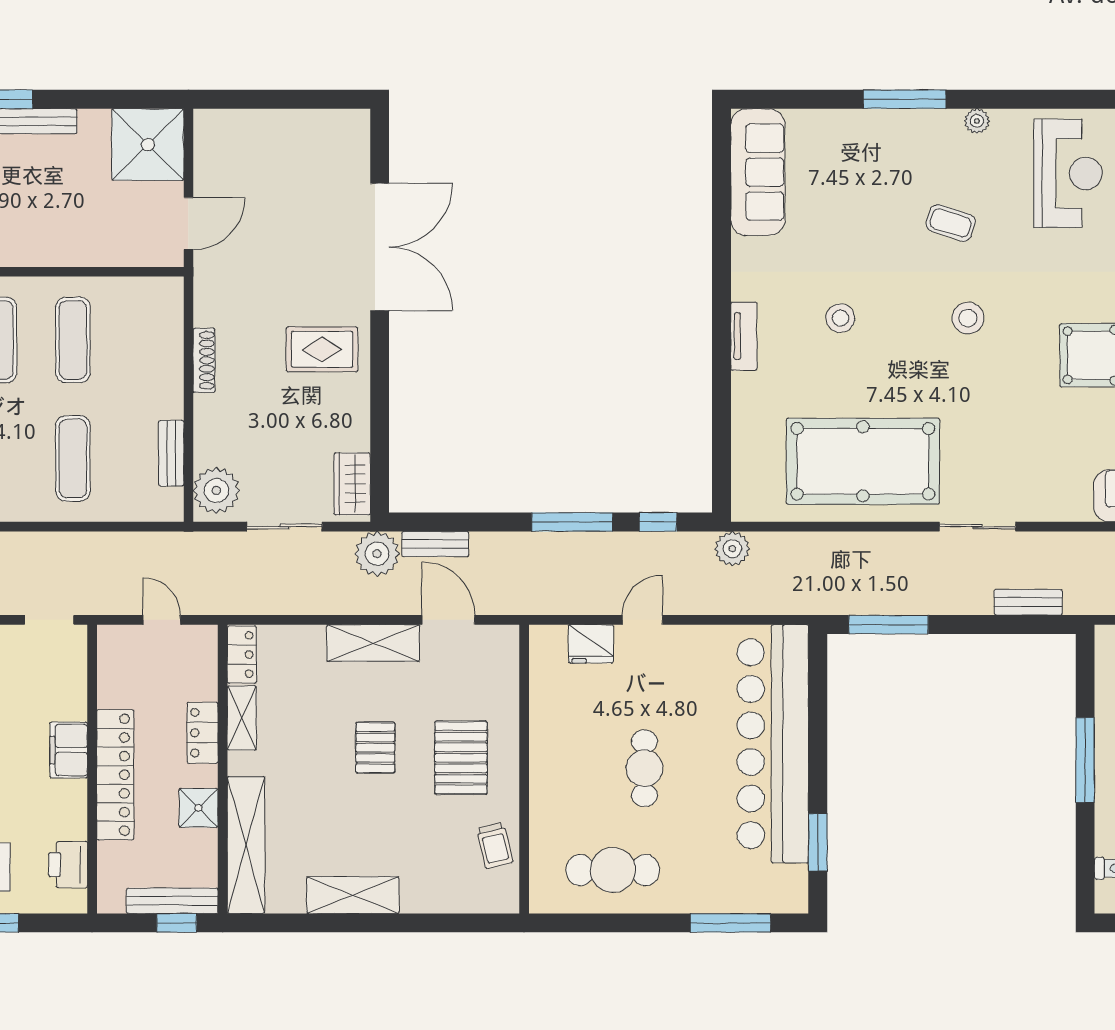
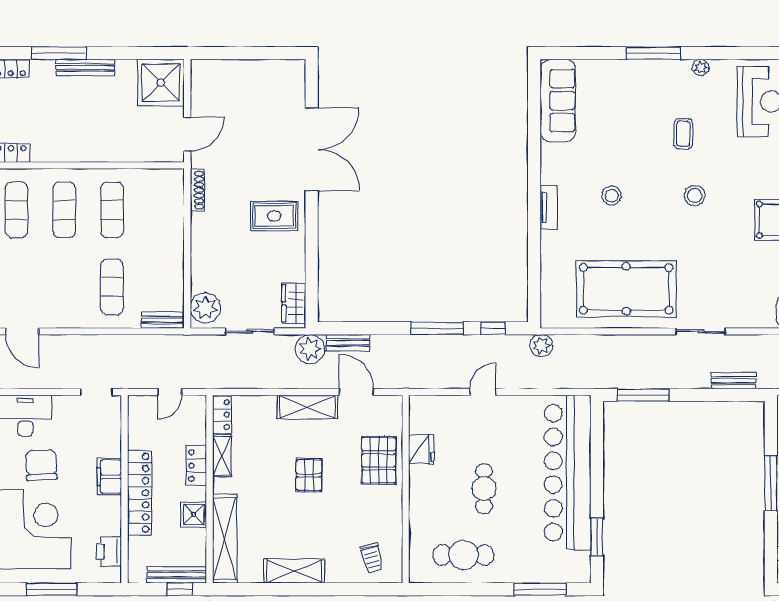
coffee table: (951, 223) -> (683, 134), turned 72
shoe rack: (204, 360) -> (197, 190), moved
bench: (171, 453) -> (163, 320), moved, turned 90
door: (162, 620) -> (170, 392), swing flipped
fridge: (591, 644) -> (421, 449), moved, turned -90
pallet: (461, 758) -> (379, 460), moved
trolley: (495, 845) -> (372, 558), moved

